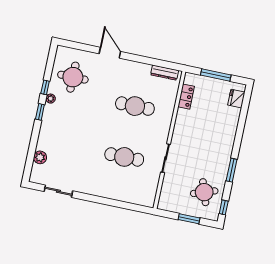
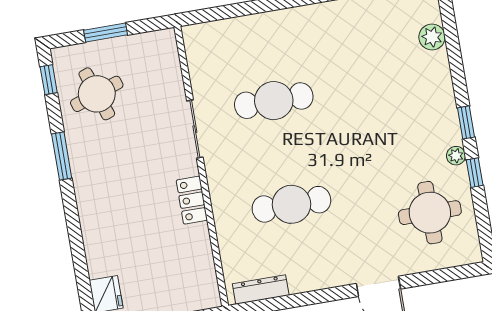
locker: (186, 97) -> (192, 200), moved

